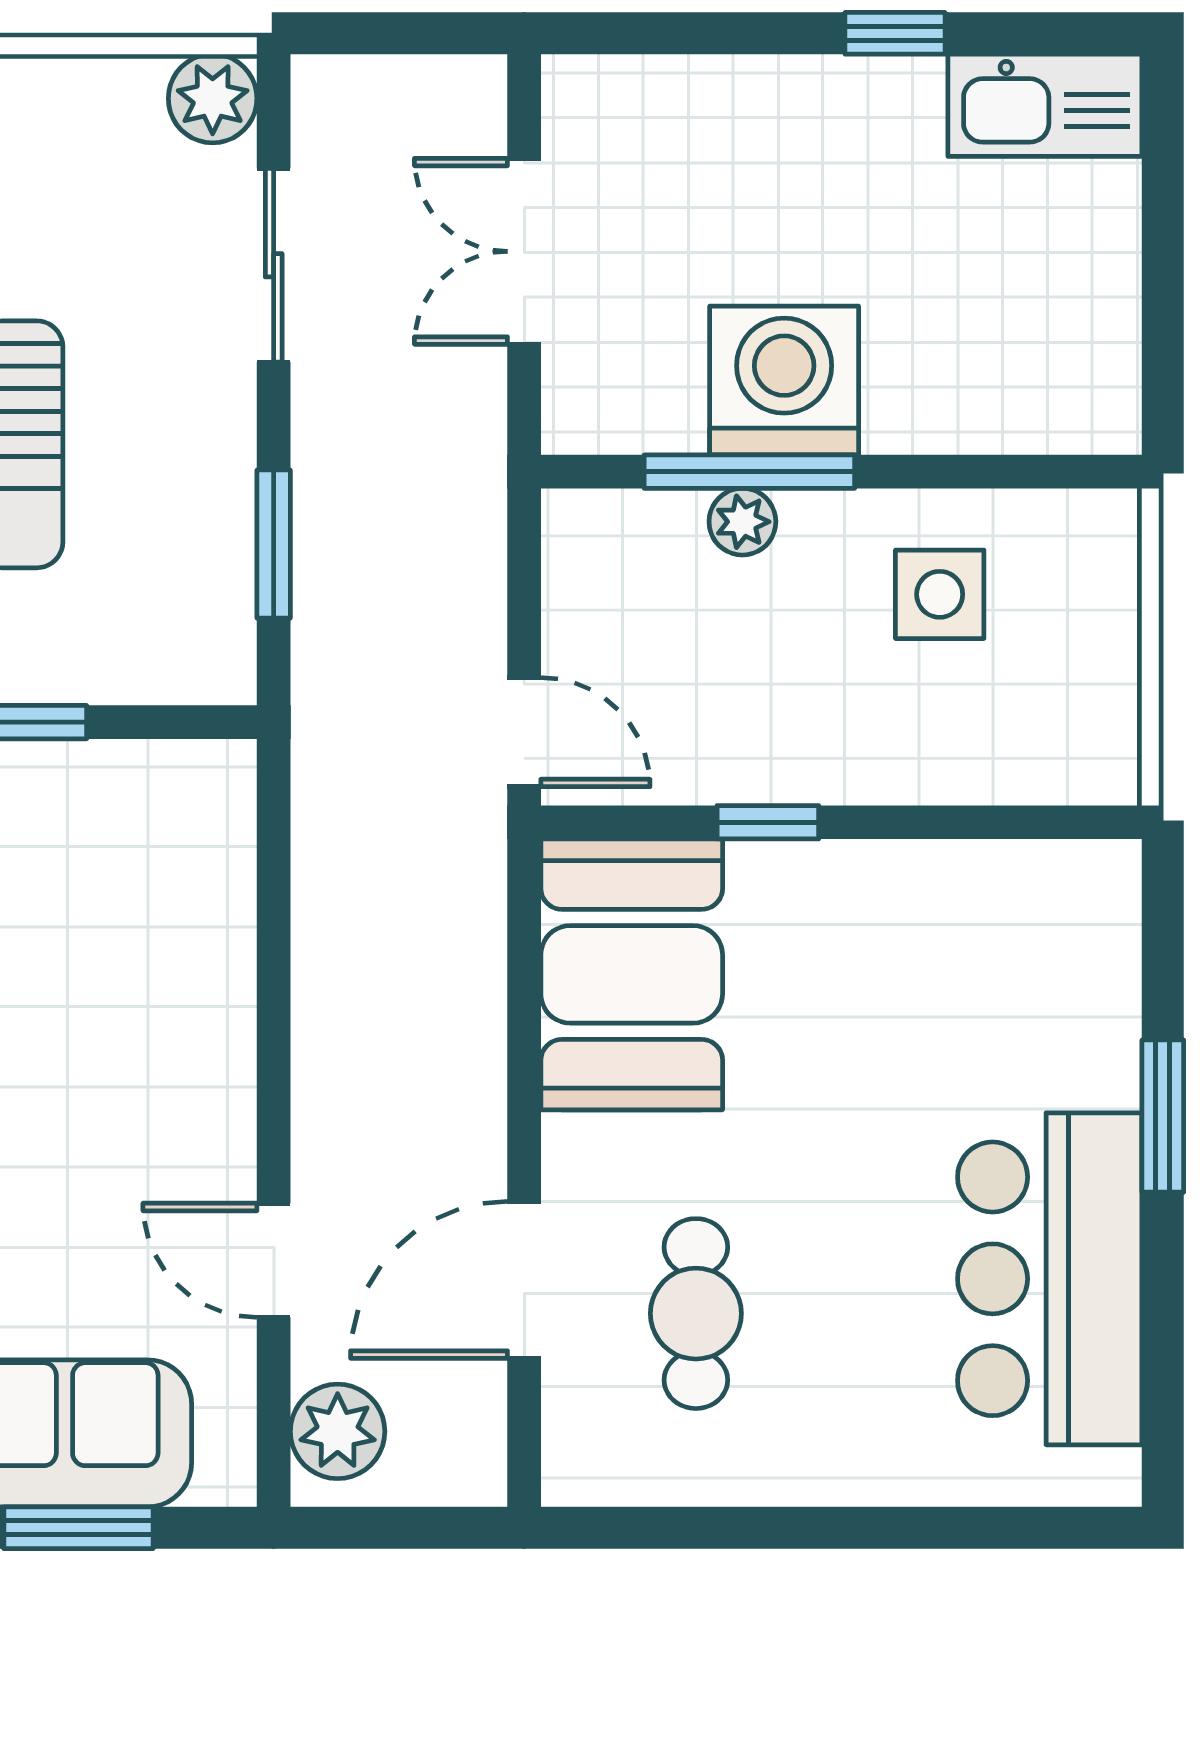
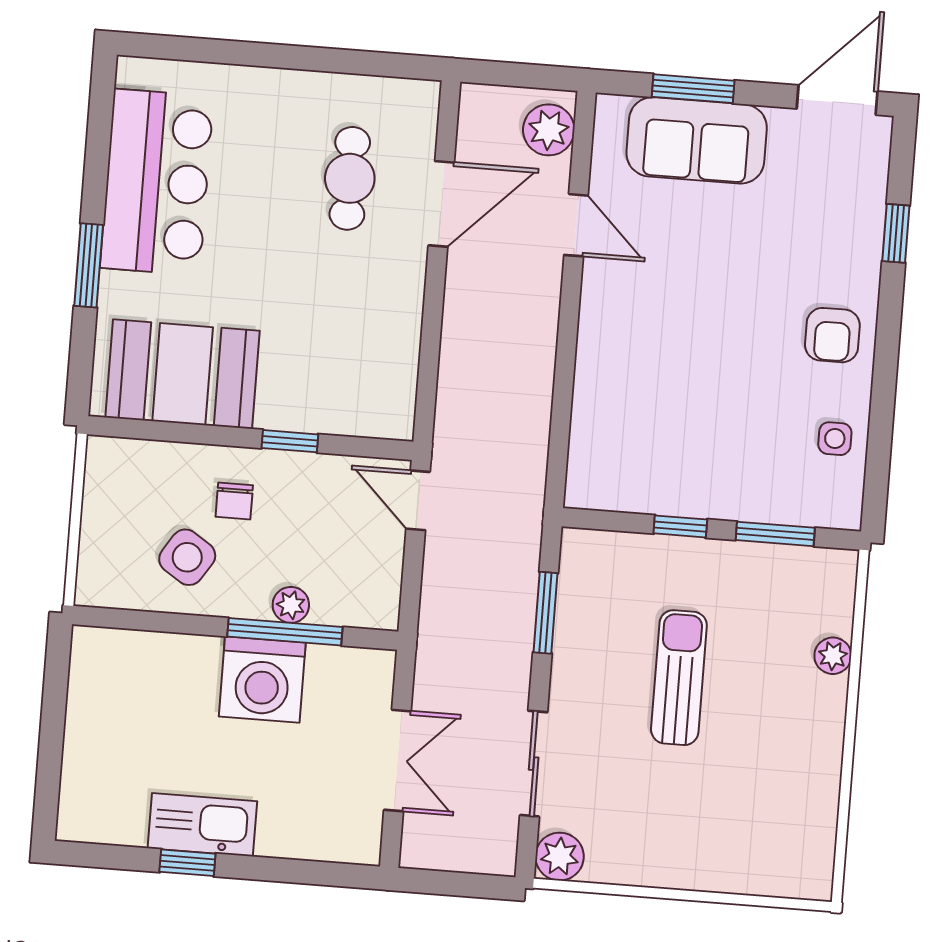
kitchen sink: (1045, 105) -> (202, 825), moved
side table: (940, 594) -> (187, 557), turned 33
chair: (861, 704) -> (234, 501), added
booth: (632, 974) -> (183, 374), moved, turned 90

